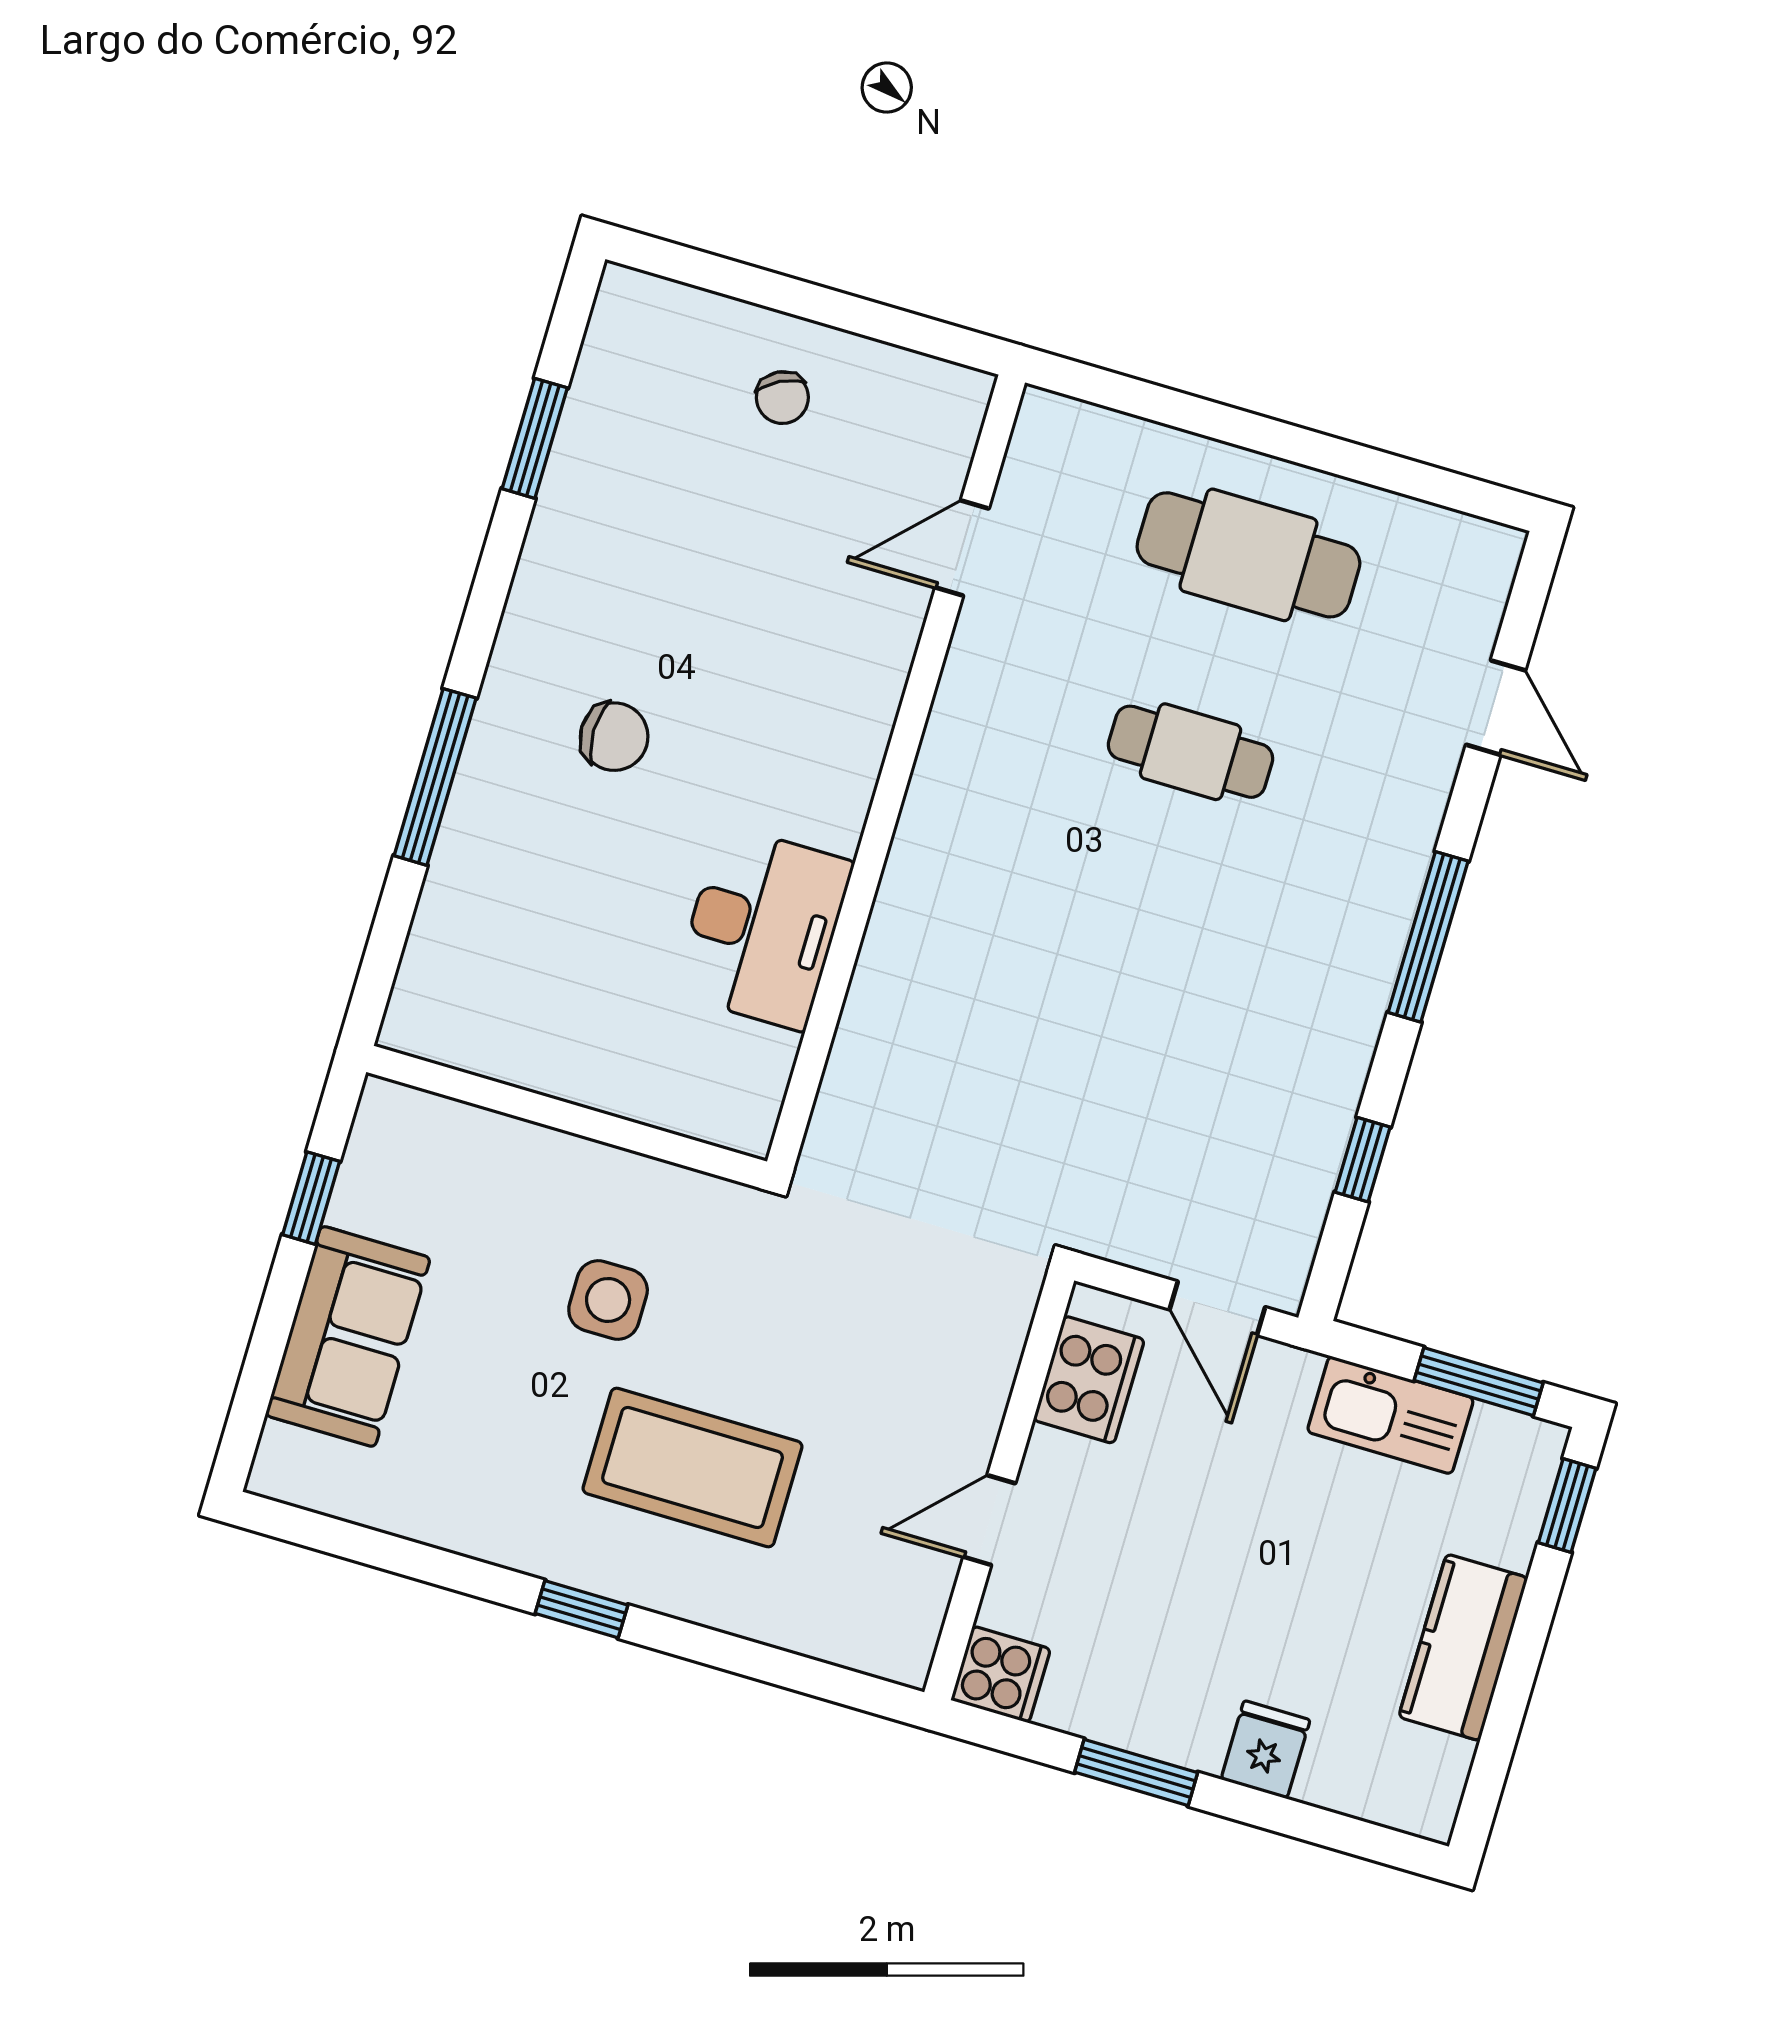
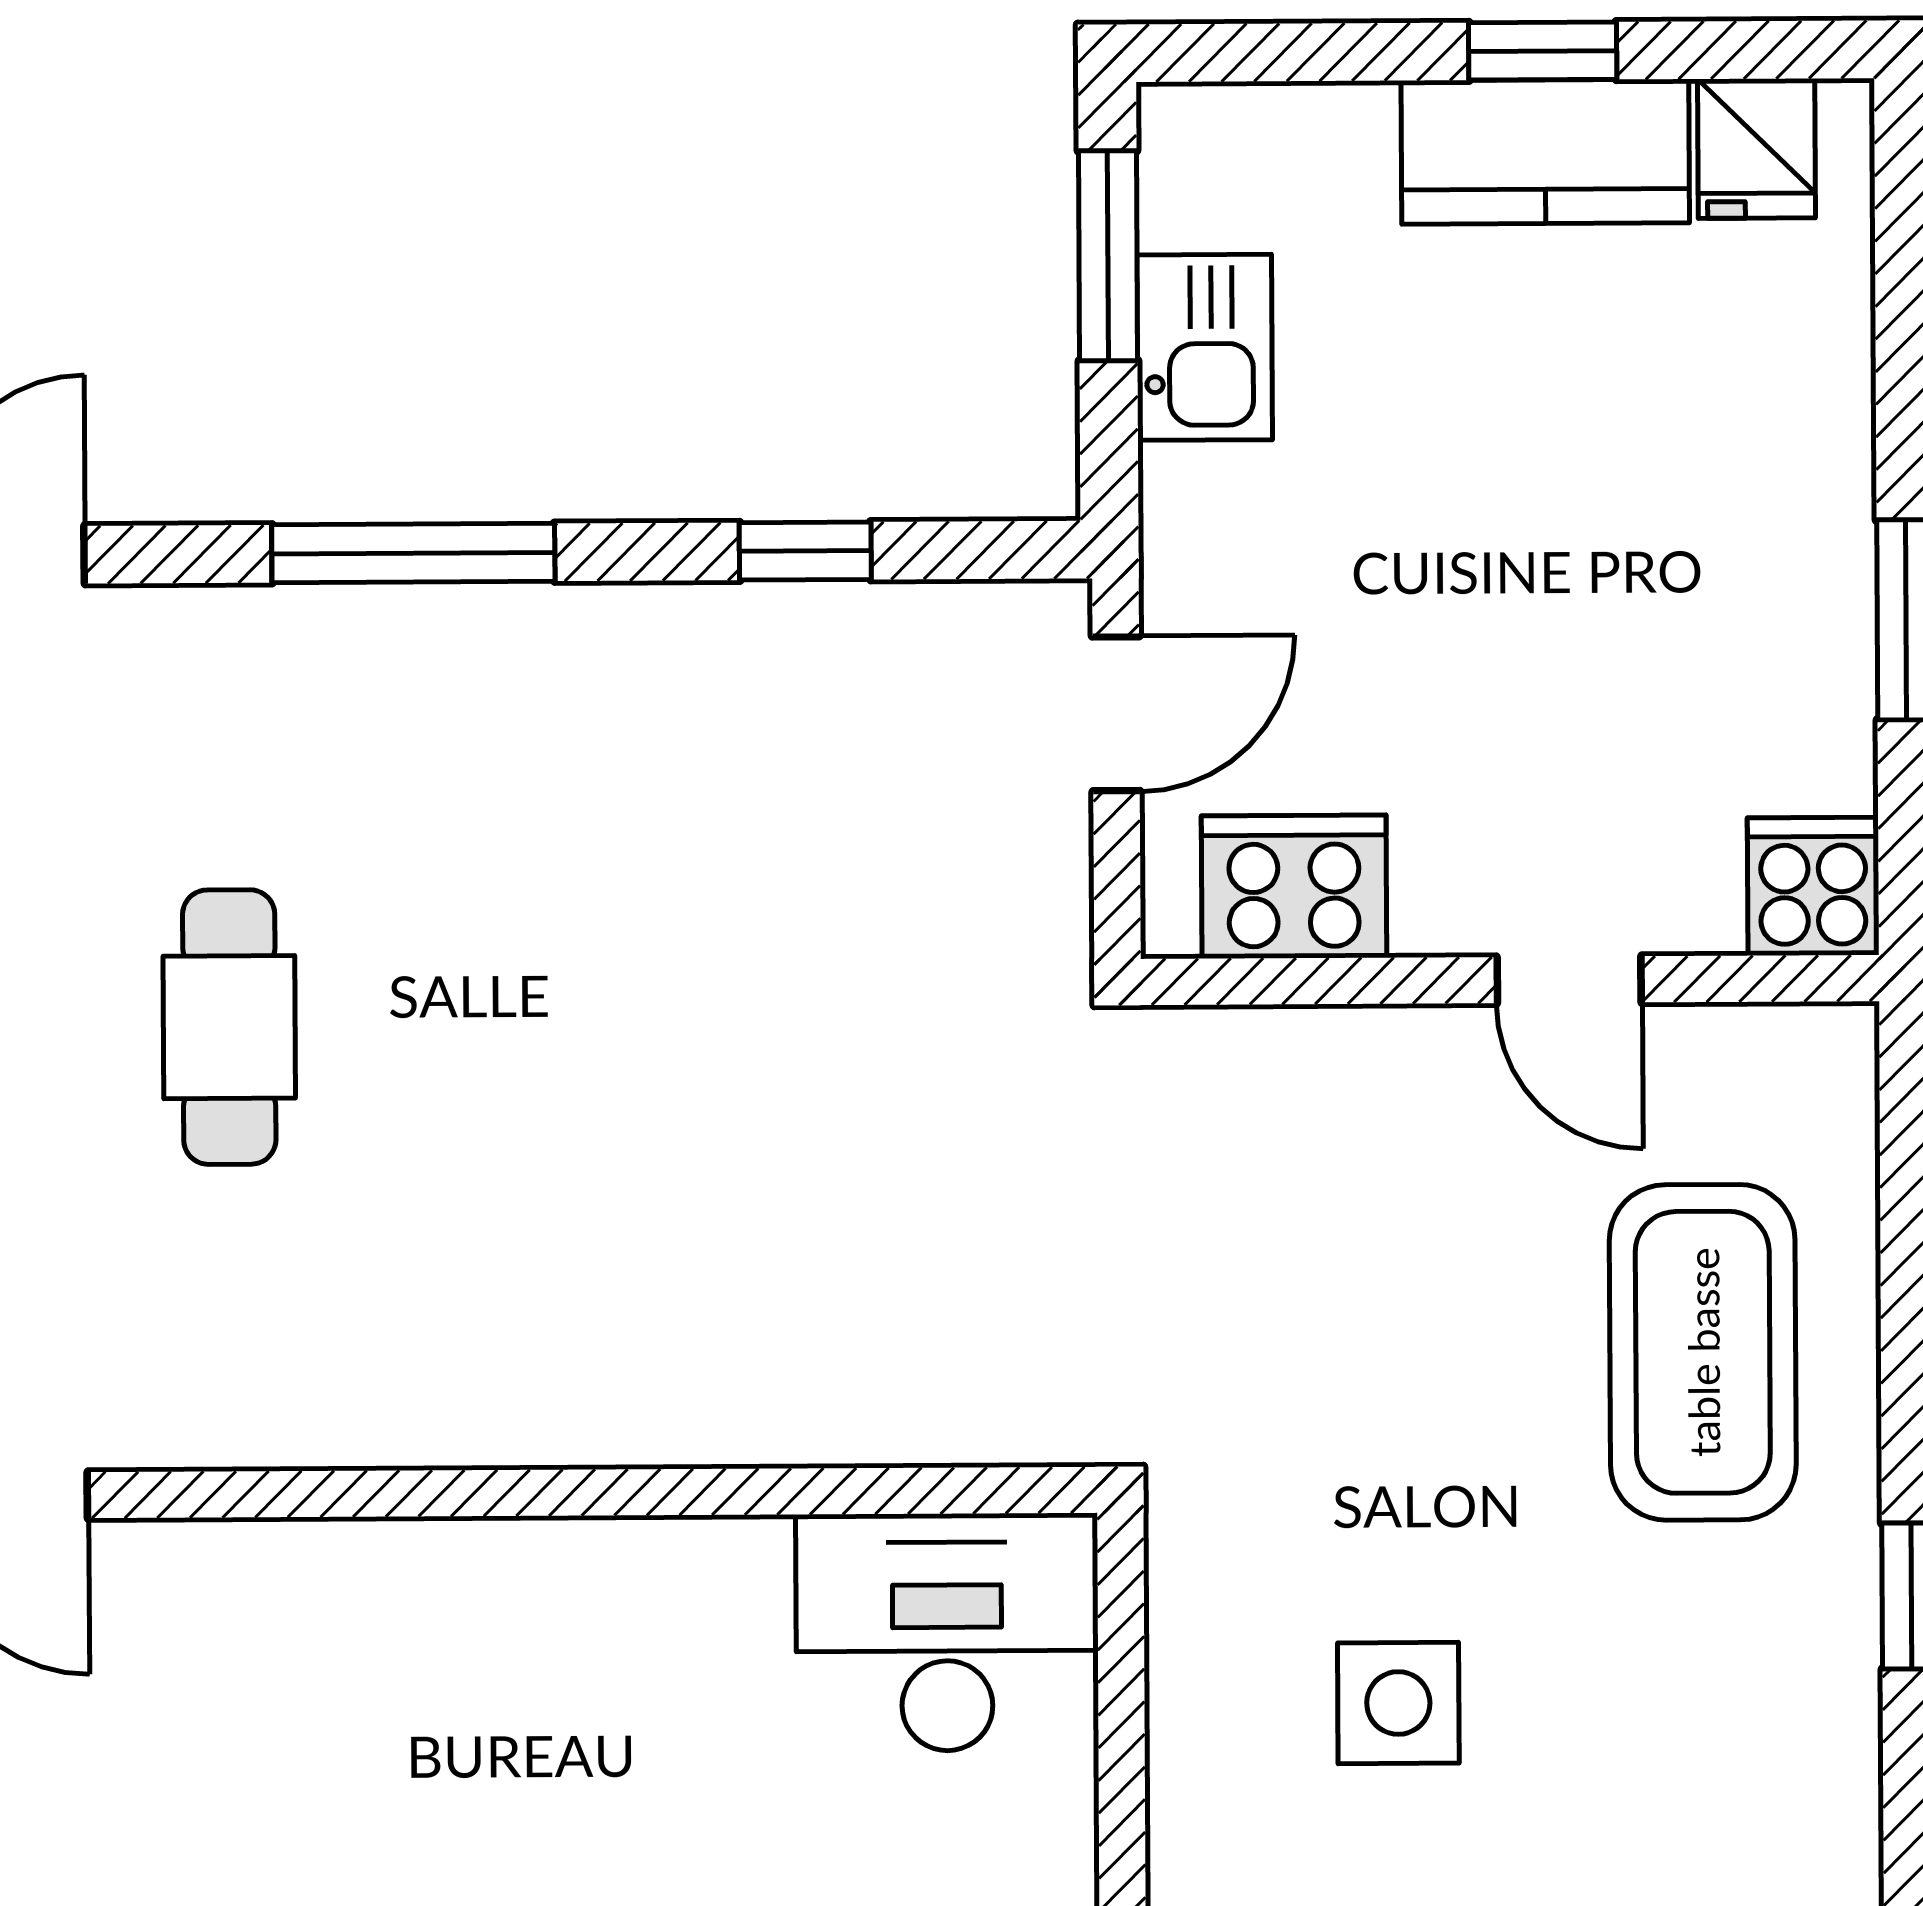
desk: (763, 928) -> (947, 1632), moved
kitchen sink: (1390, 1415) -> (1205, 347), width x0.73
coffee table: (693, 1468) -> (1703, 1352), moved
window: (1567, 1506) -> (1543, 51), moved
fridge: (1265, 1750) -> (1757, 148), moved, turned -90

